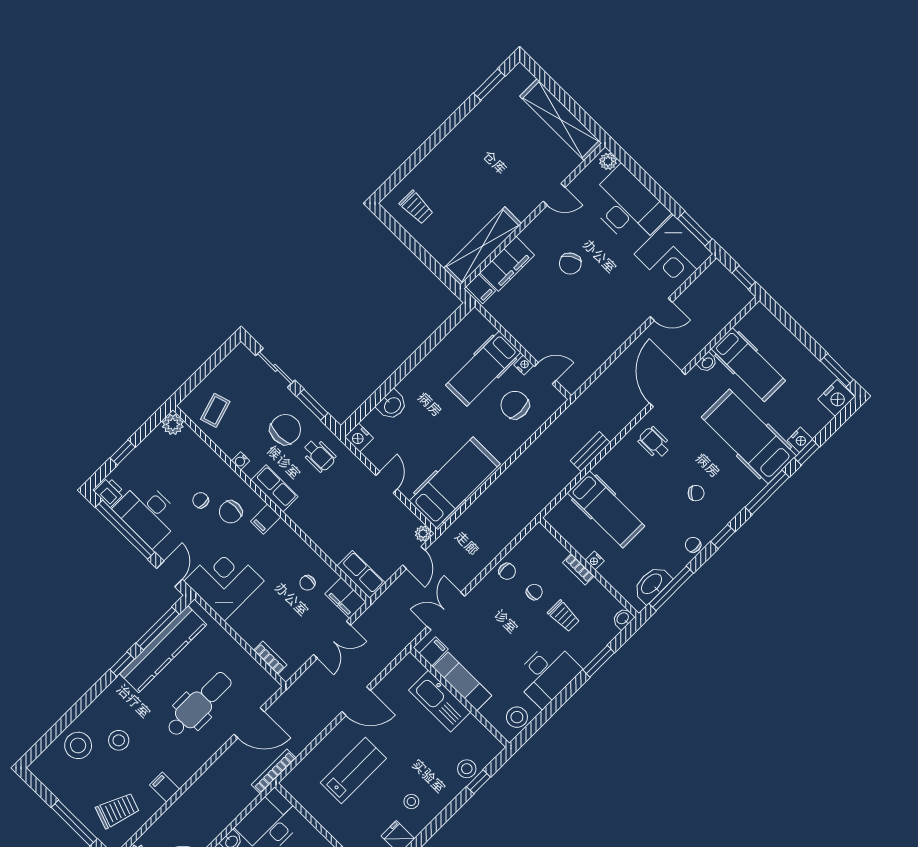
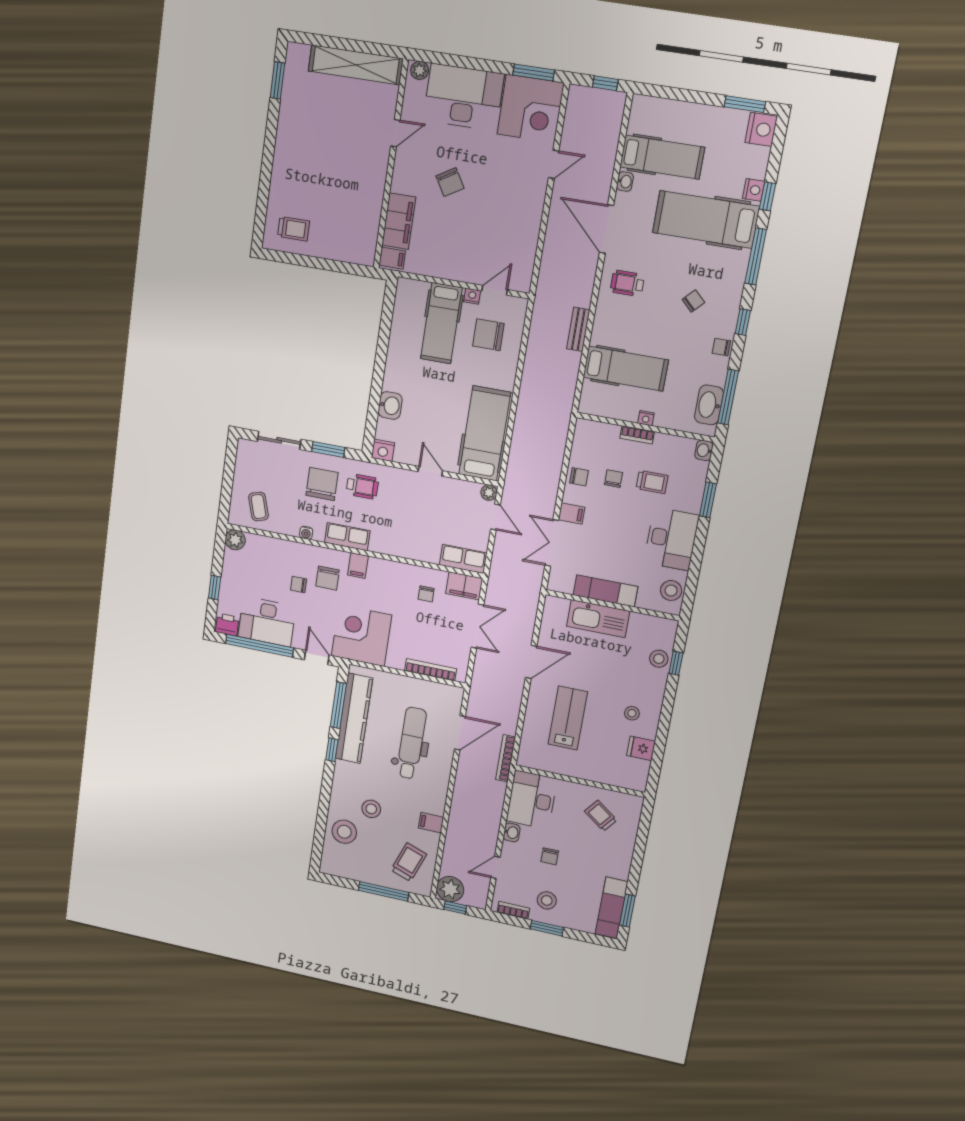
shelving: (483, 246) -> (368, 221), removed
filing cabinet: (434, 651) -> (572, 514), moved, turned 90
bookcase: (270, 658) -> (431, 670), width x1.56

